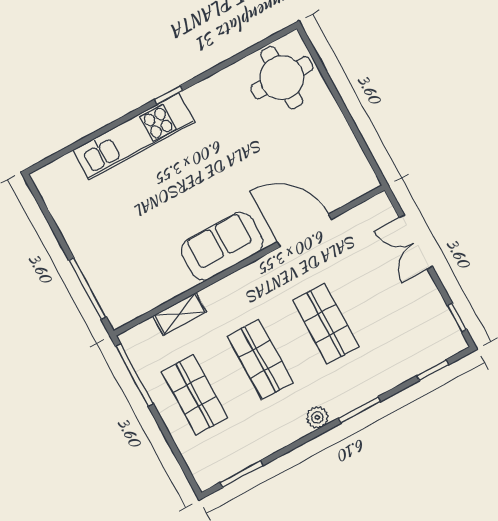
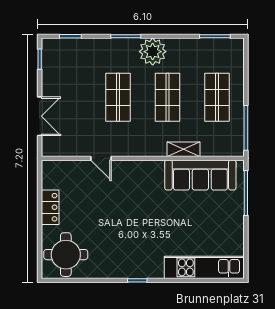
locker: (337, 129) -> (50, 207), added
kitchen unit: (134, 136) -> (204, 267), moved
door: (304, 230) -> (101, 158), width x0.53
sofa: (222, 246) -> (200, 175), moved, width x1.36
shelving: (180, 314) -> (184, 149), moved
plant: (317, 417) -> (153, 52), width x1.88, depth x1.88

